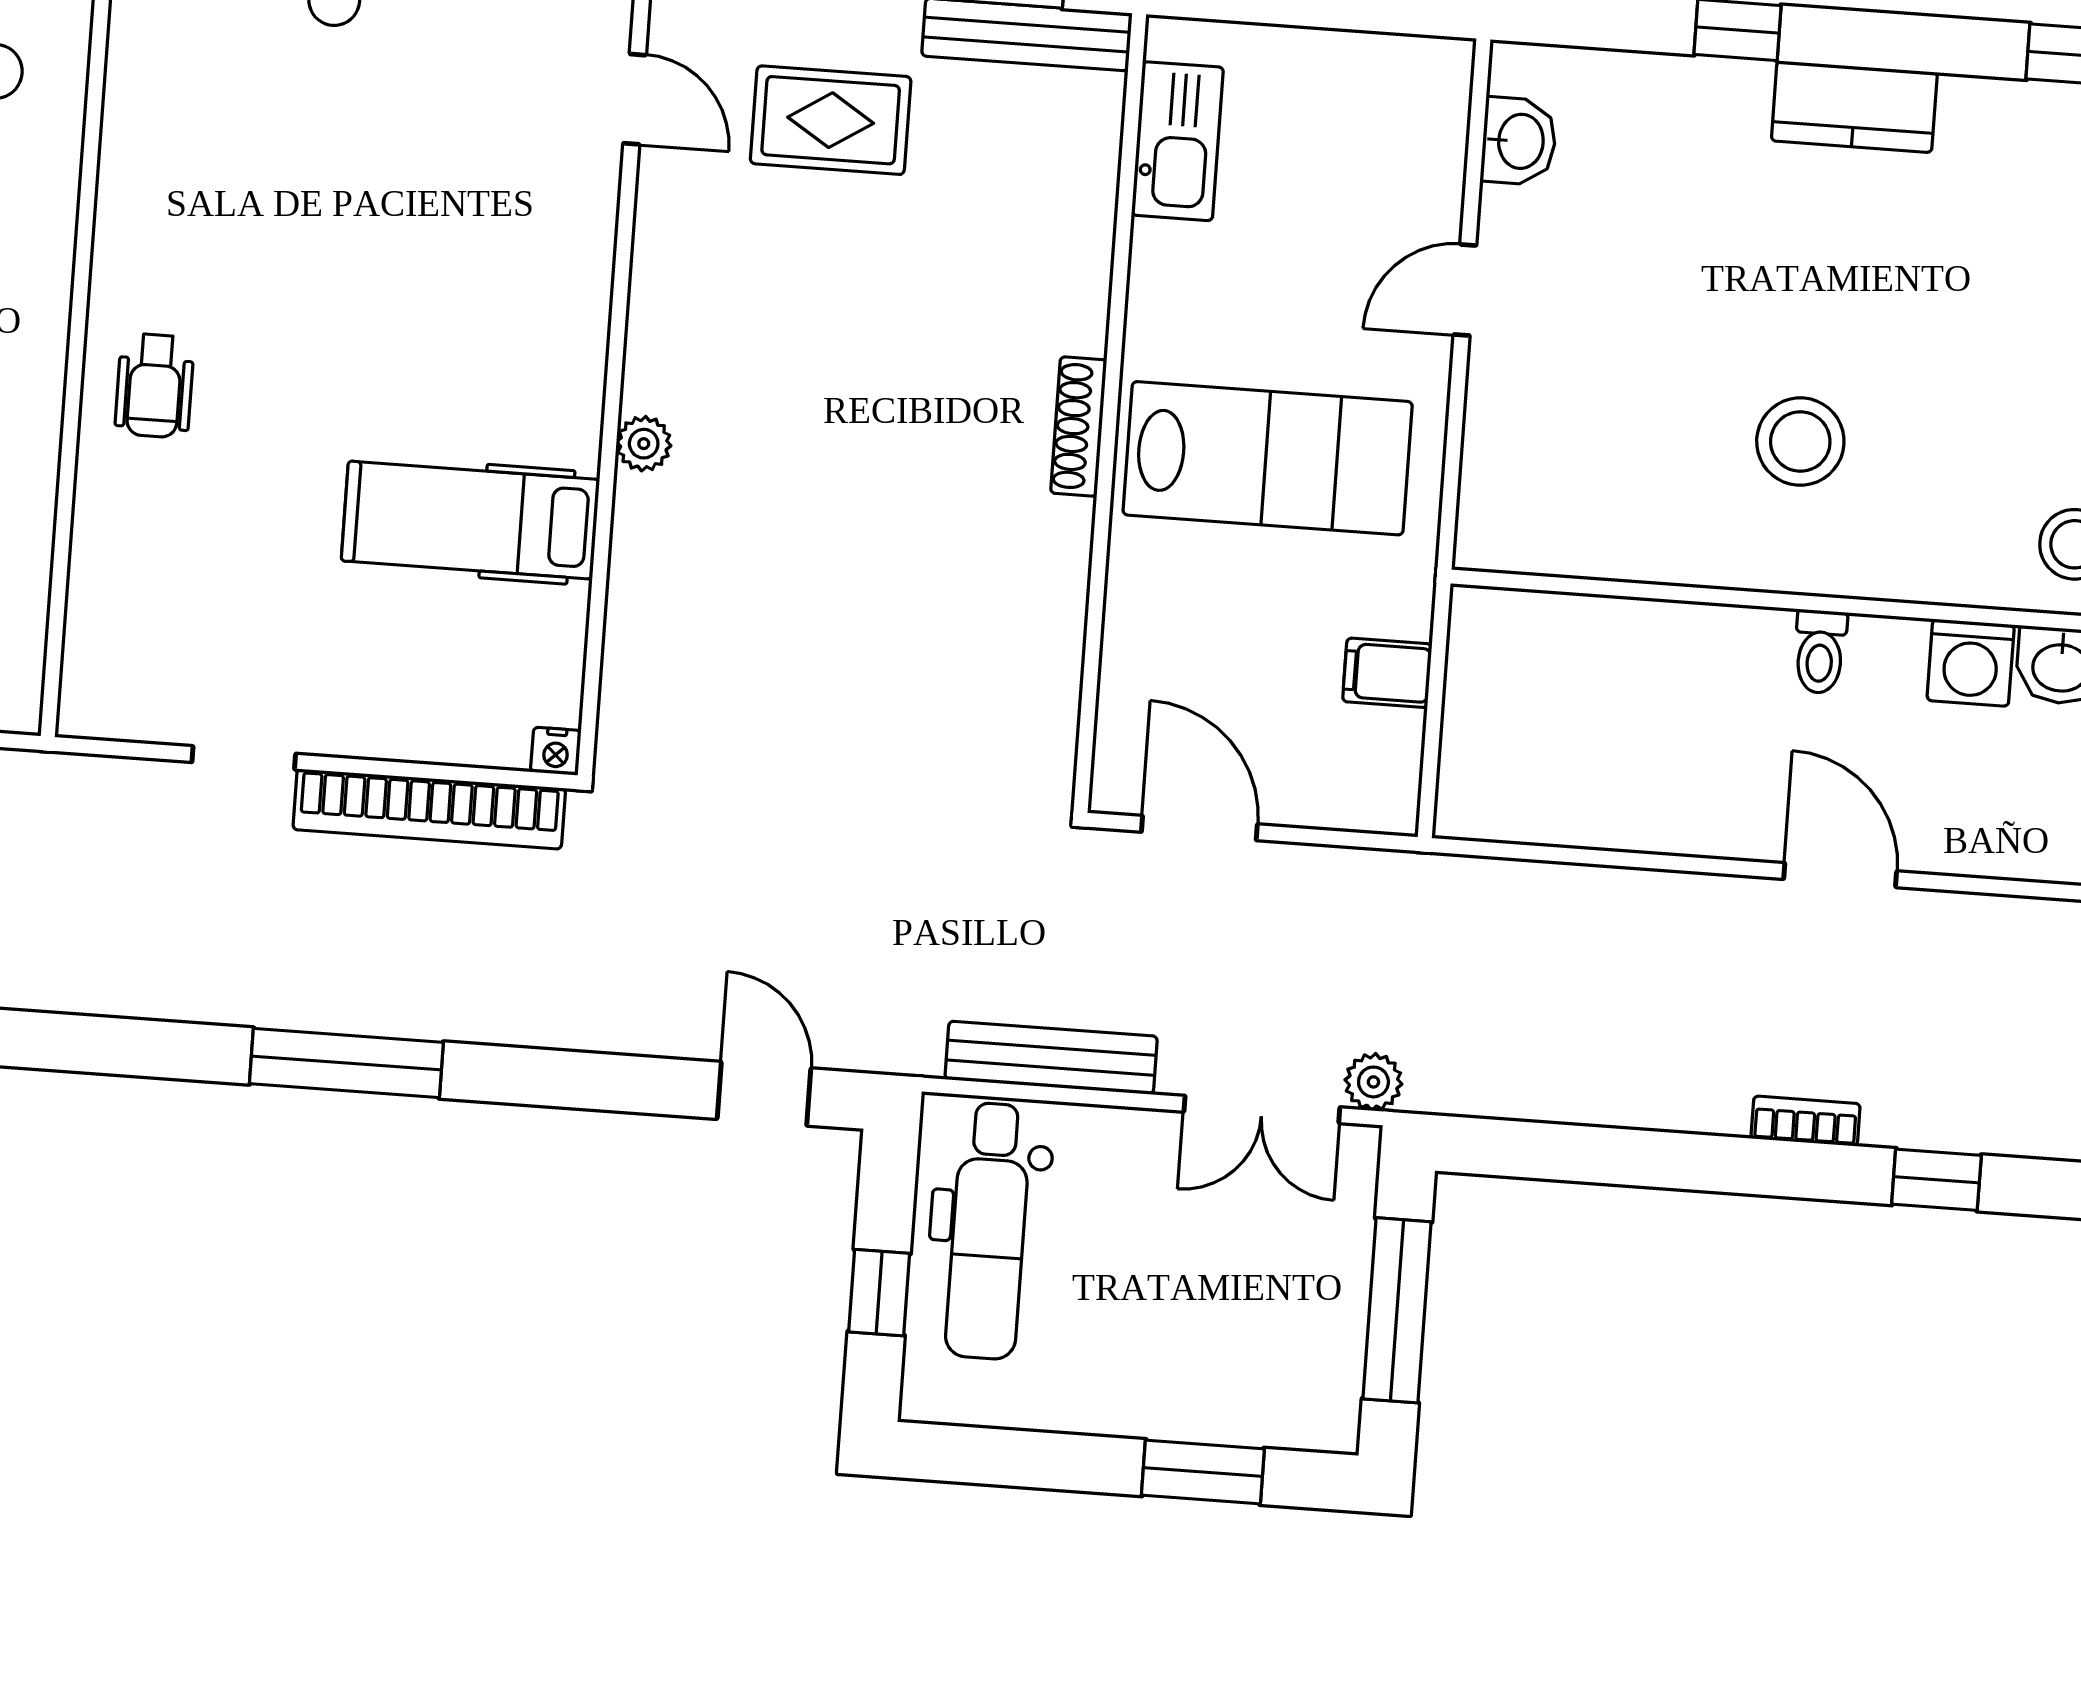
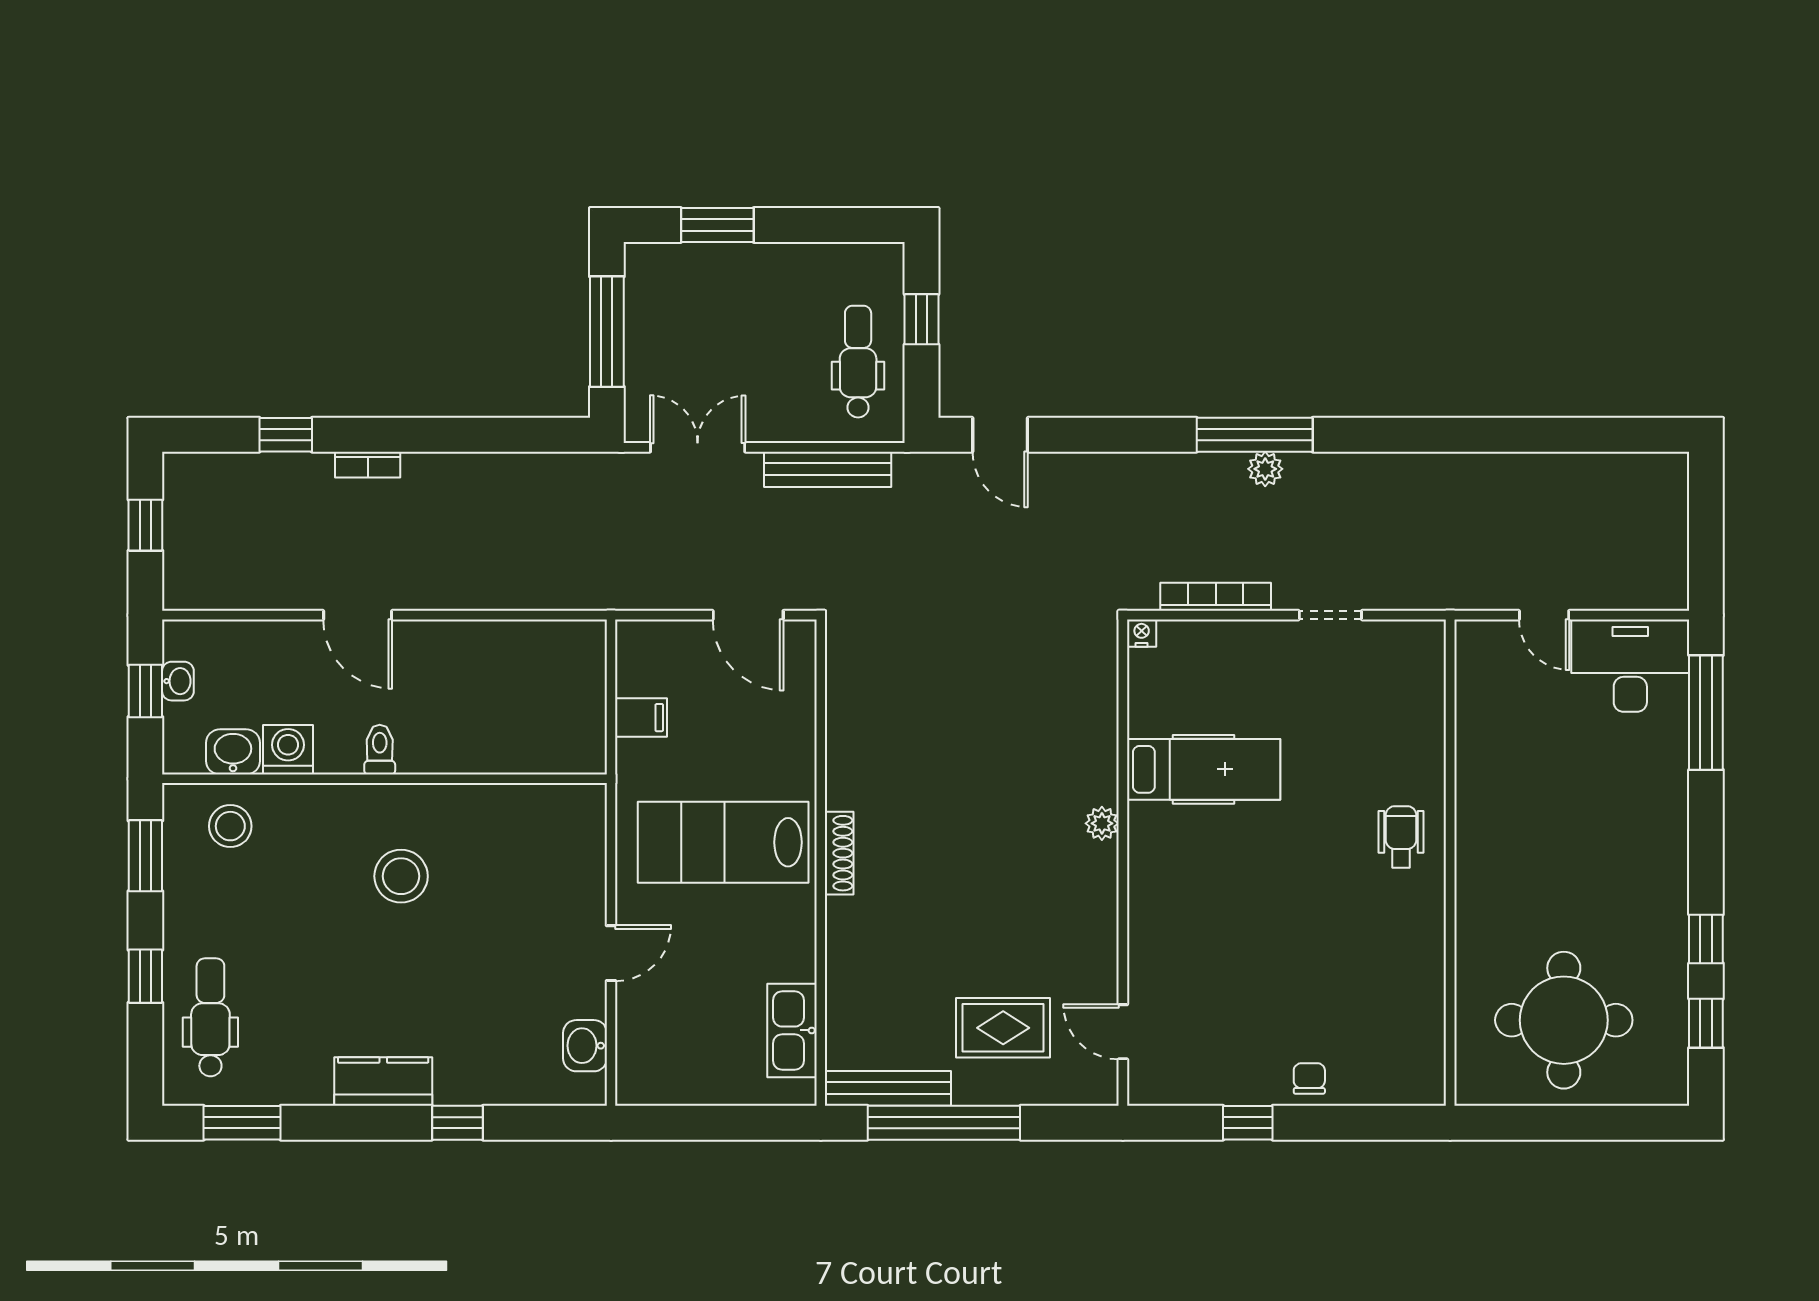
bookcase: (429, 809) -> (1216, 597), width x0.68, depth x0.76
plant: (1373, 1082) -> (1265, 469), moved
dental chair: (988, 1231) -> (858, 362), width x0.73, depth x0.72

